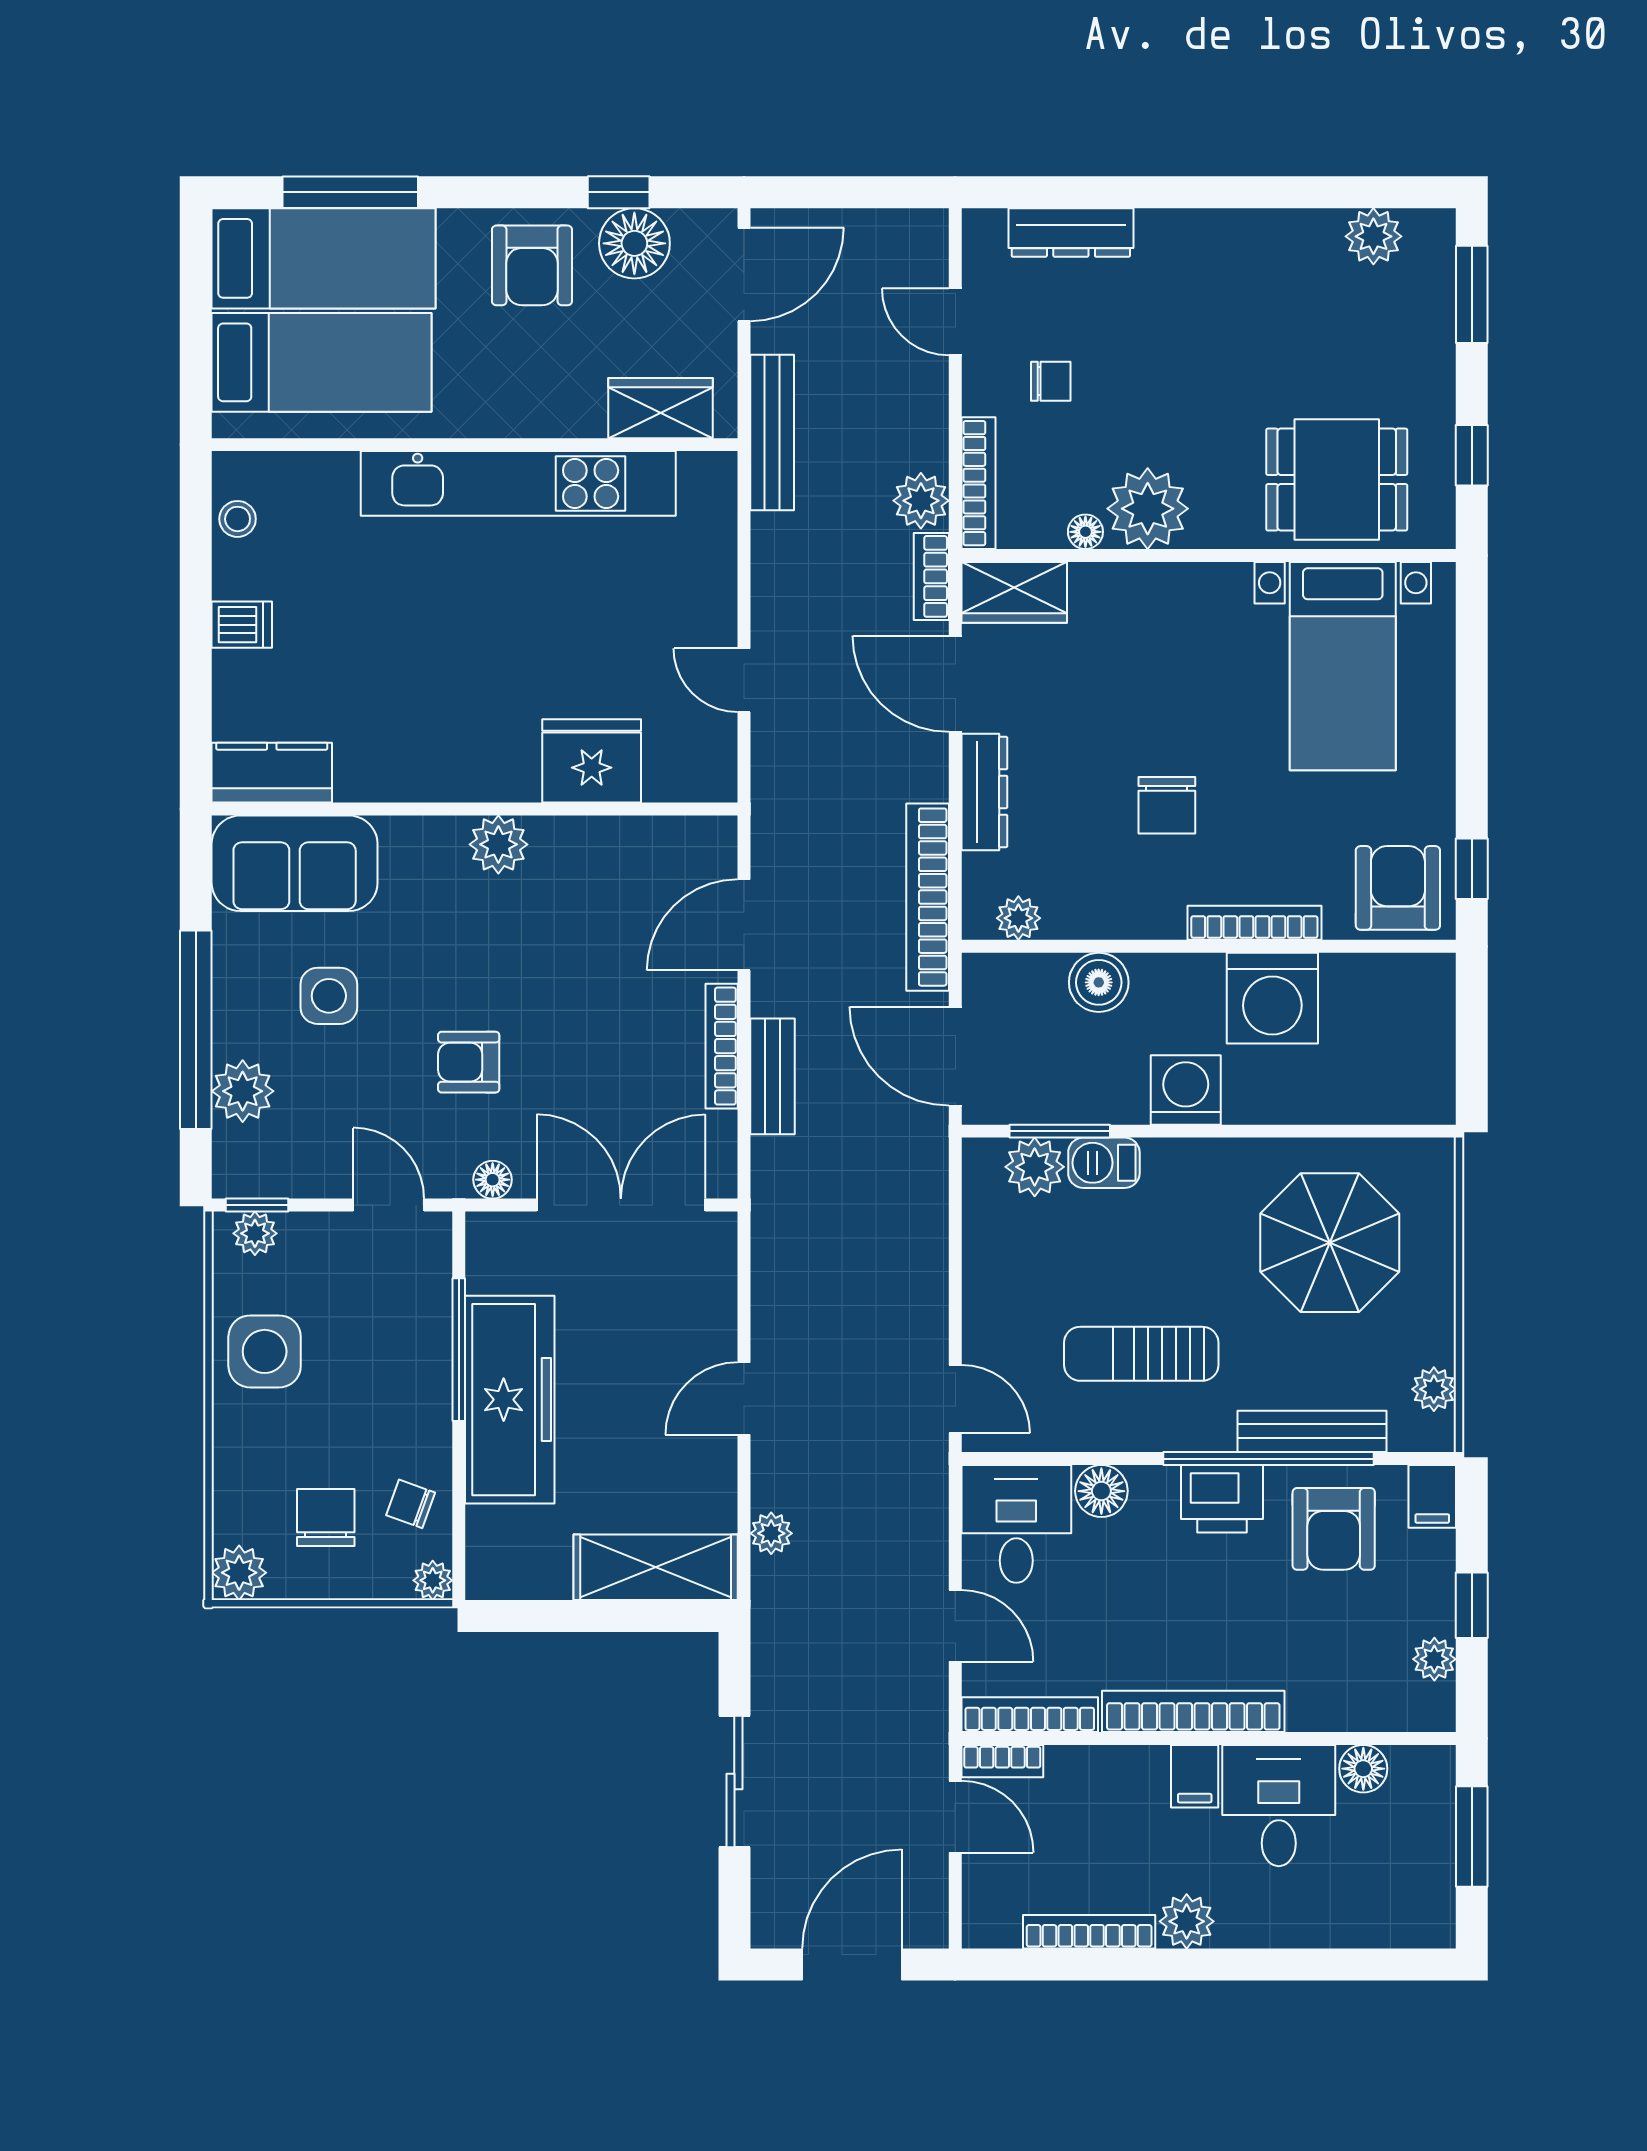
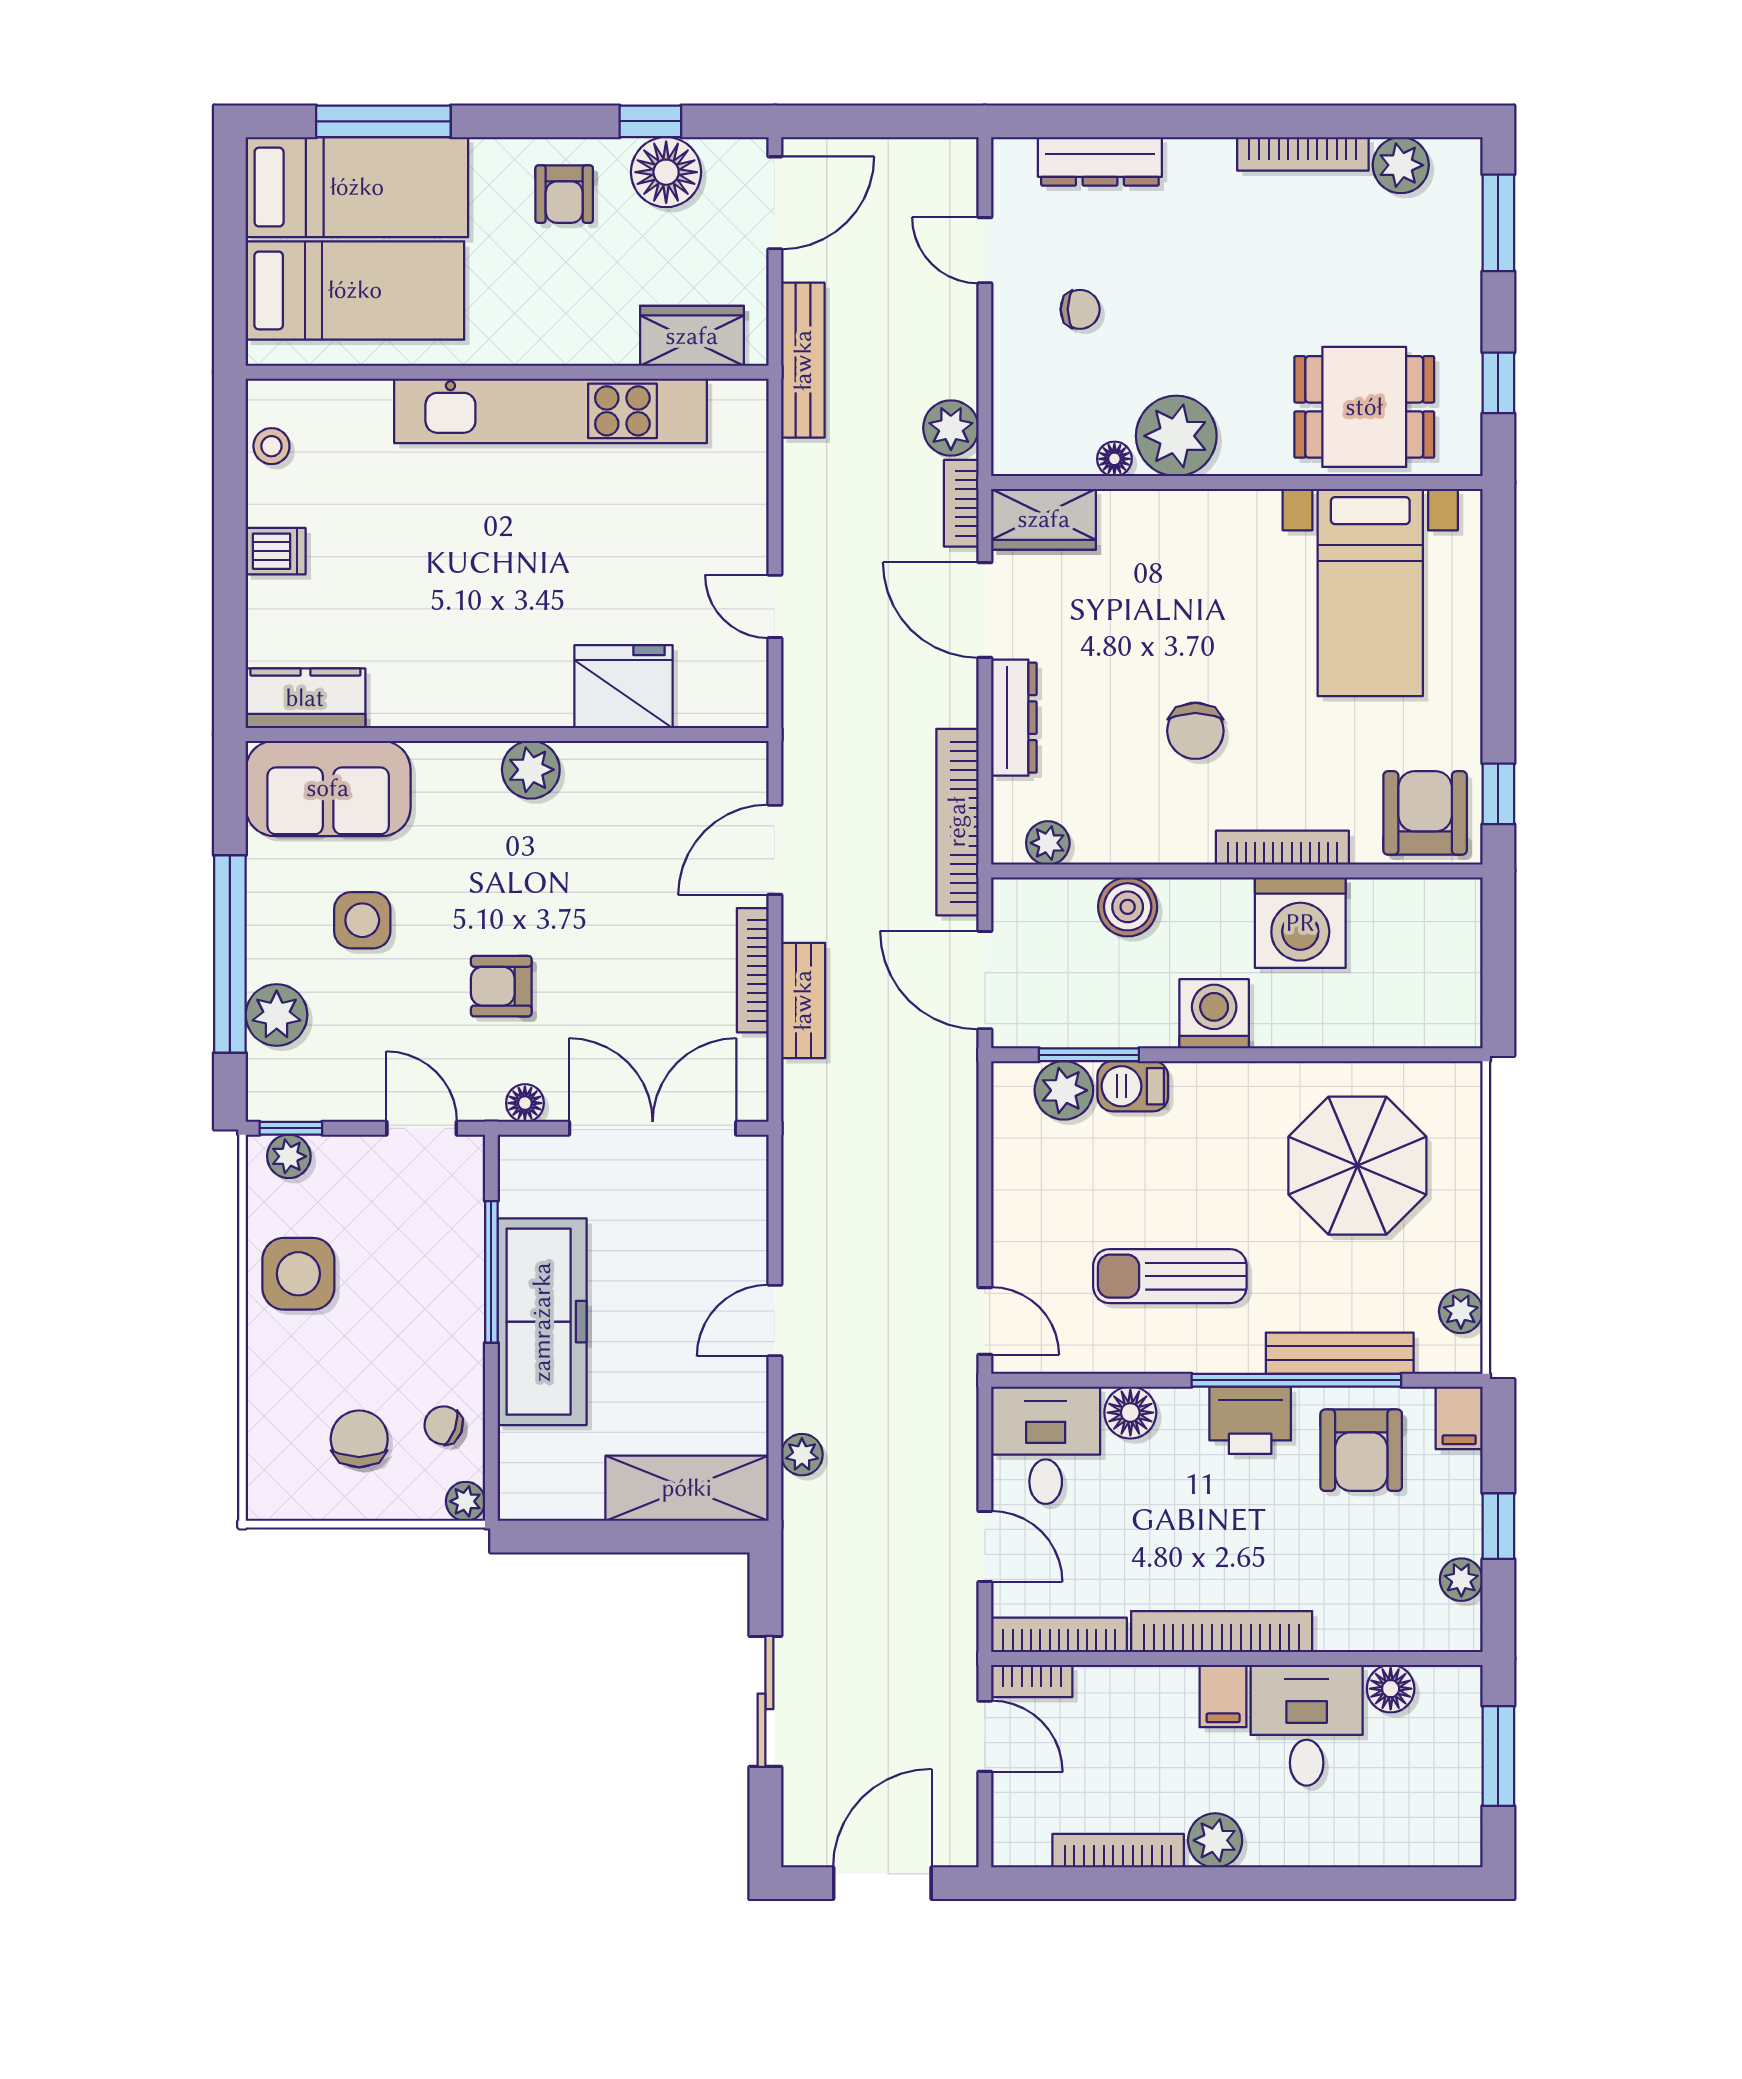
armchair: (532, 265) -> (564, 194), width x0.72, depth x0.72
bookcase: (978, 483) -> (1303, 154), moved, turned 90
plant: (239, 1573) -> (273, 1494), removed

